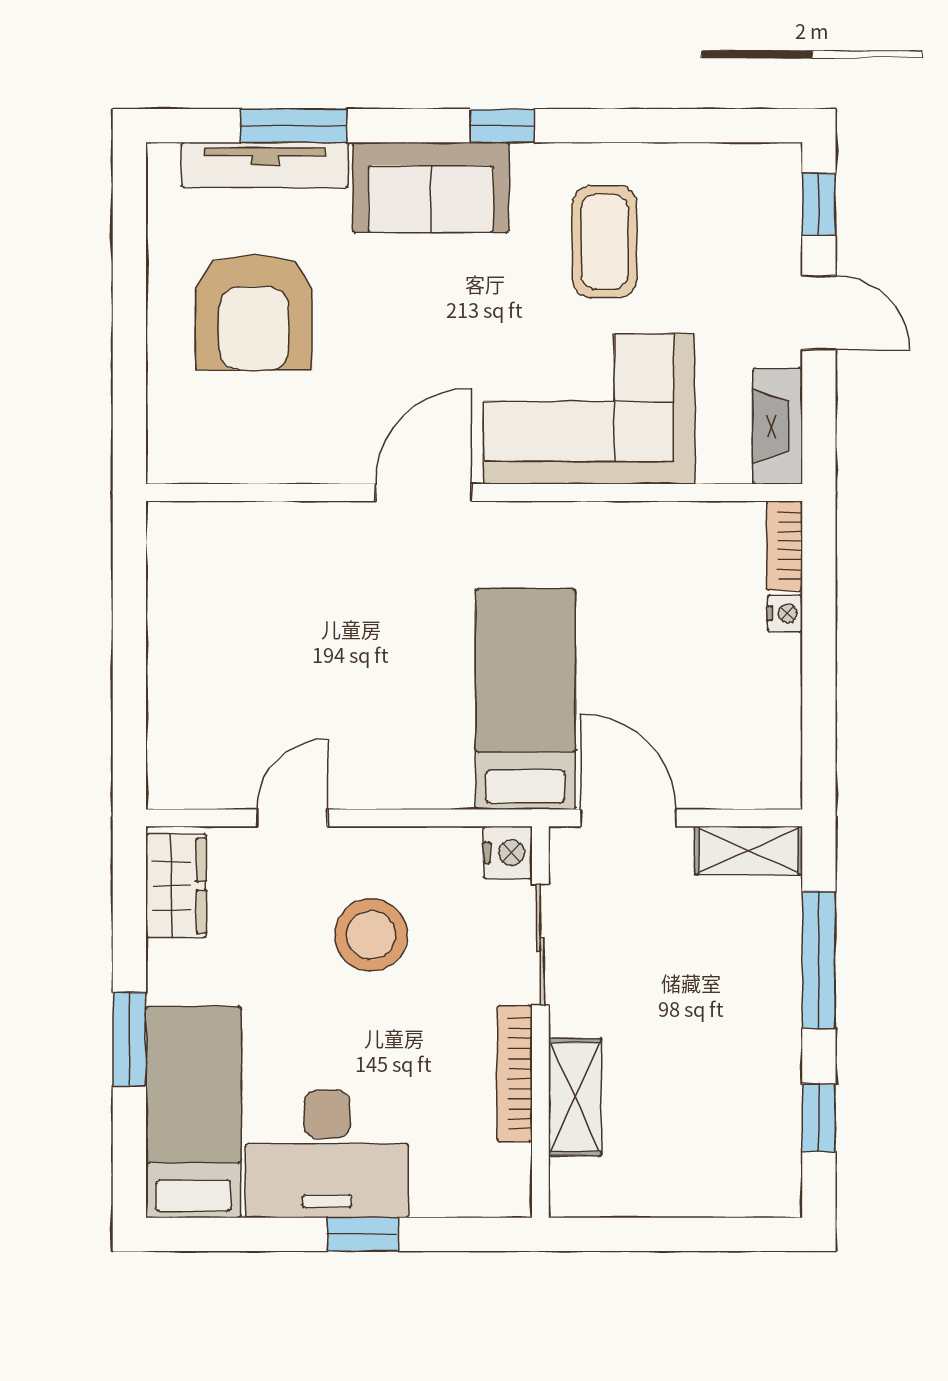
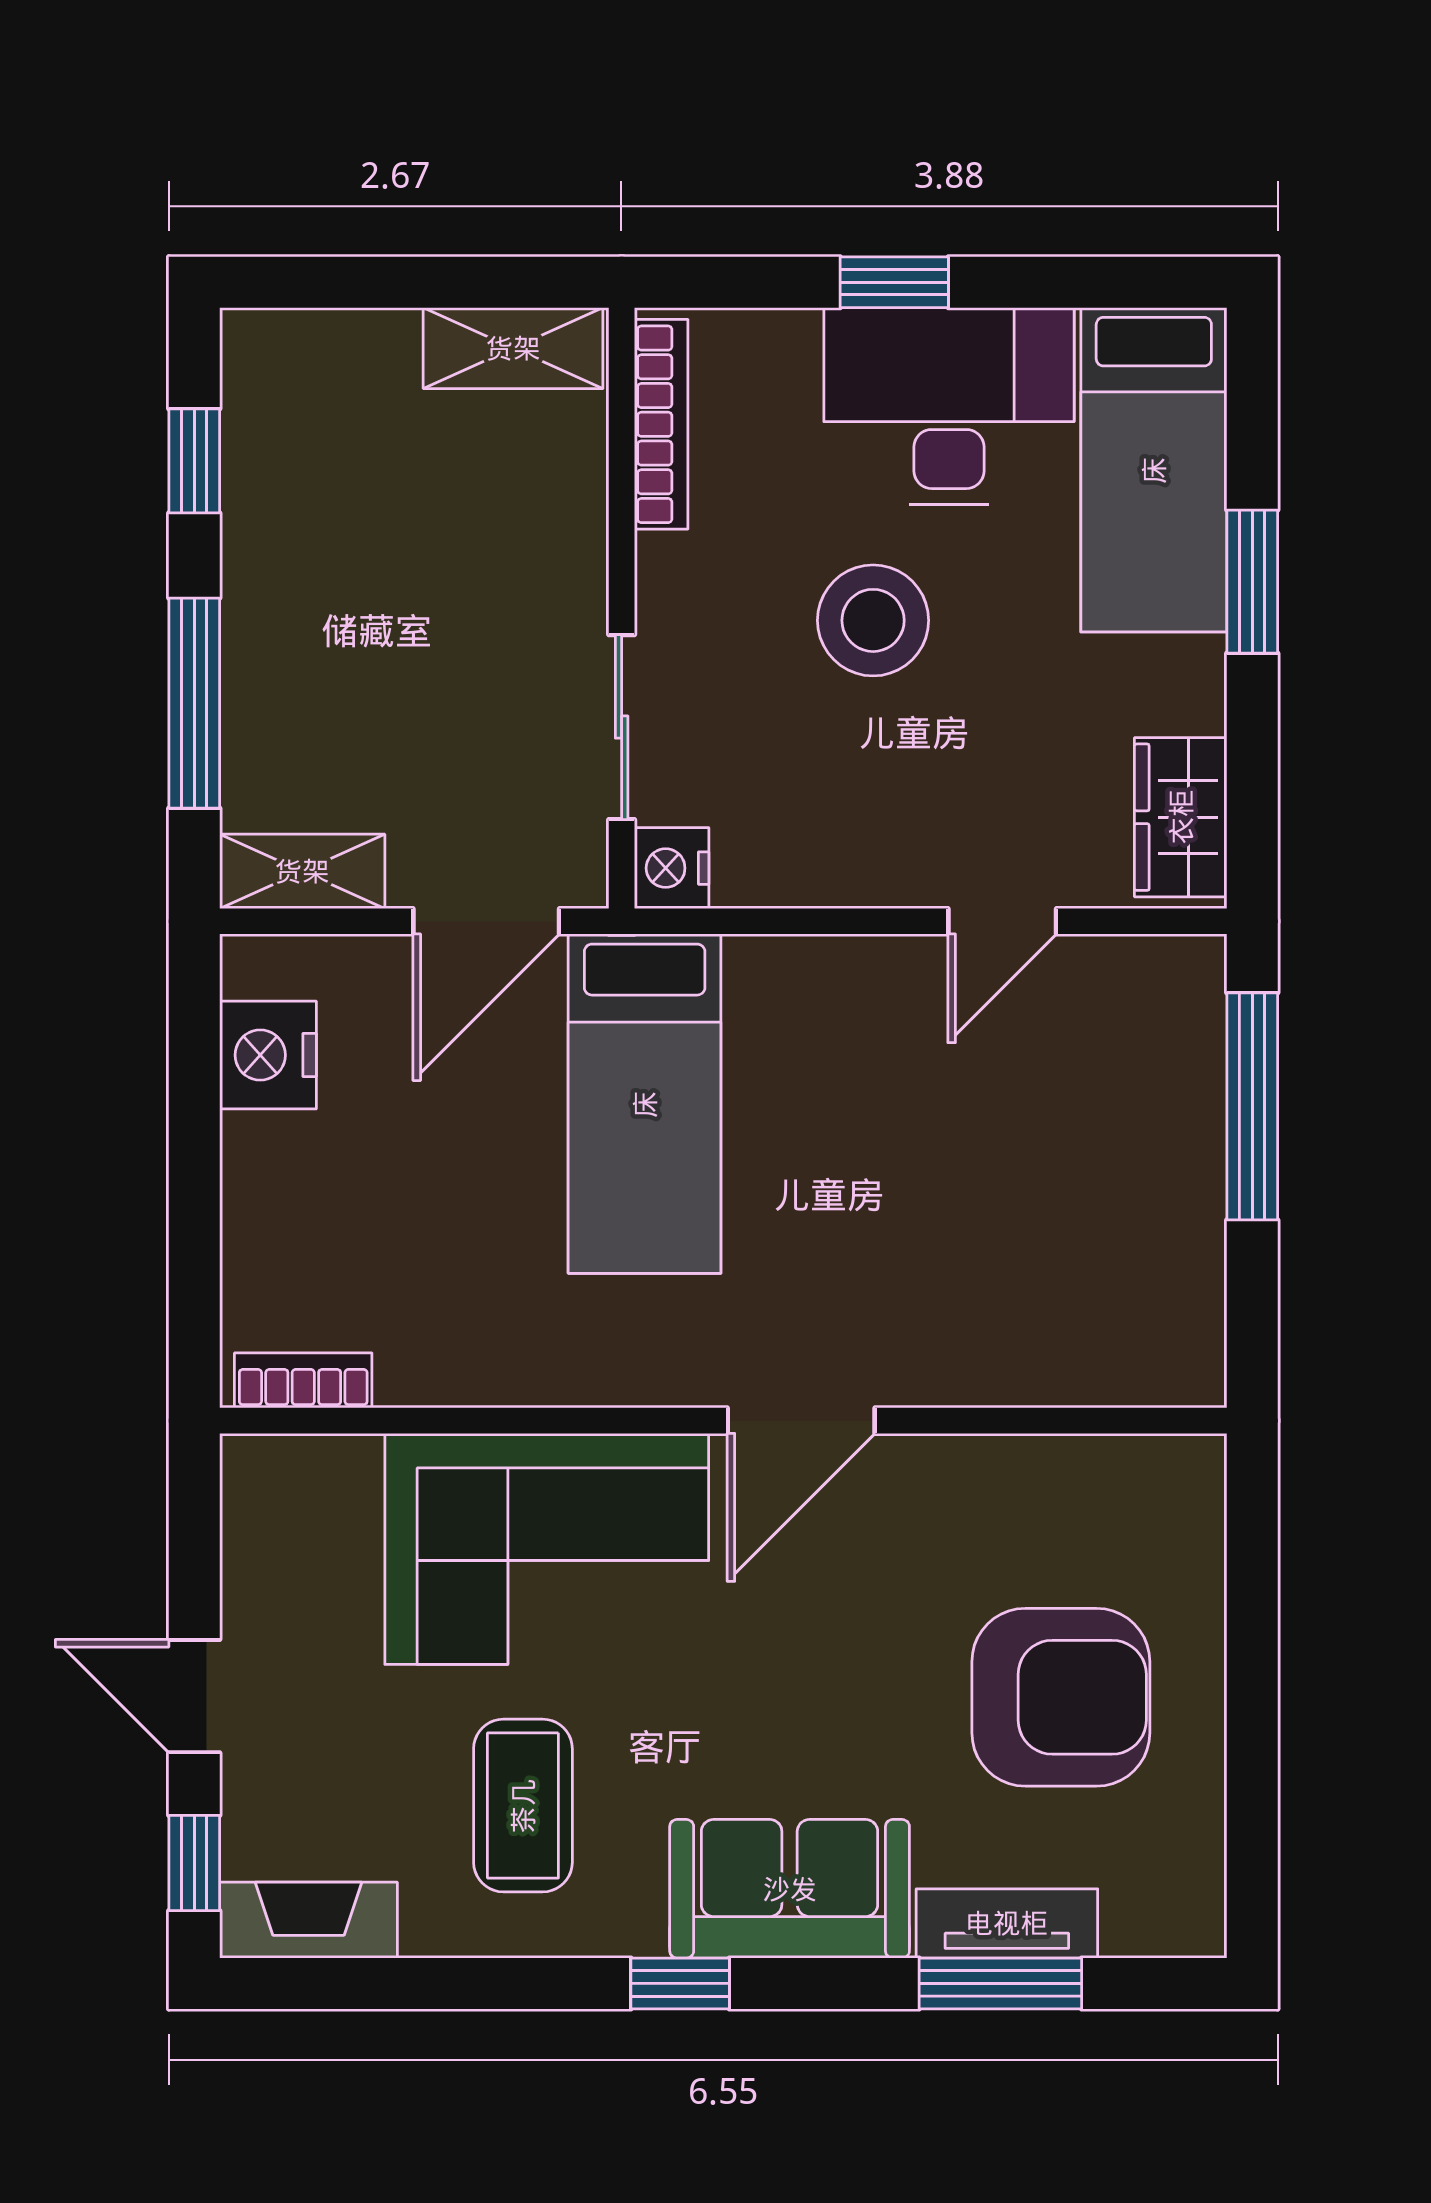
tv unit: (265, 165) -> (1007, 1923), width x0.71
armchair: (254, 312) -> (1061, 1697), turned 90
fireplace: (778, 426) -> (308, 1920), moved, turned -90
bookcase: (784, 546) -> (303, 1380), moved, turned -90
nightstand: (785, 613) -> (268, 1055), moved, width x1.89, depth x1.79
window: (129, 697) -> (1252, 1106), added
door: (628, 818) -> (486, 921), hinge flipped
stool: (371, 935) -> (873, 620), moved
bookcase: (515, 1074) -> (661, 424), moved
shelving: (575, 1097) -> (513, 348), moved, turned 90

